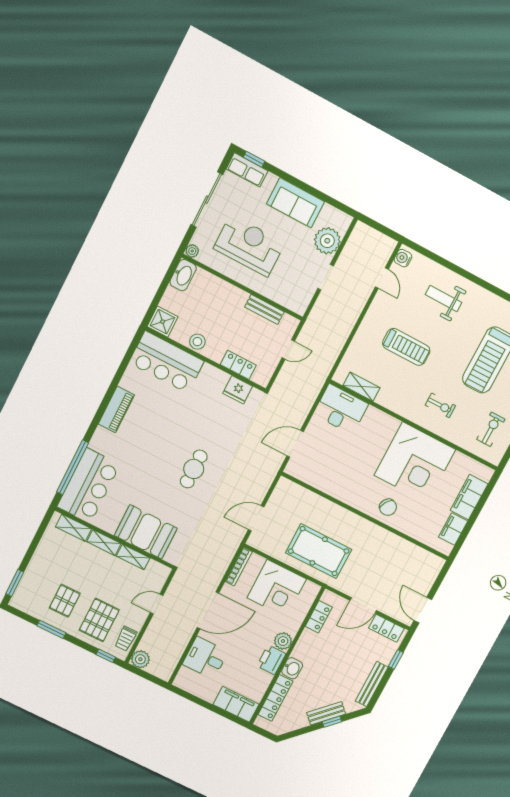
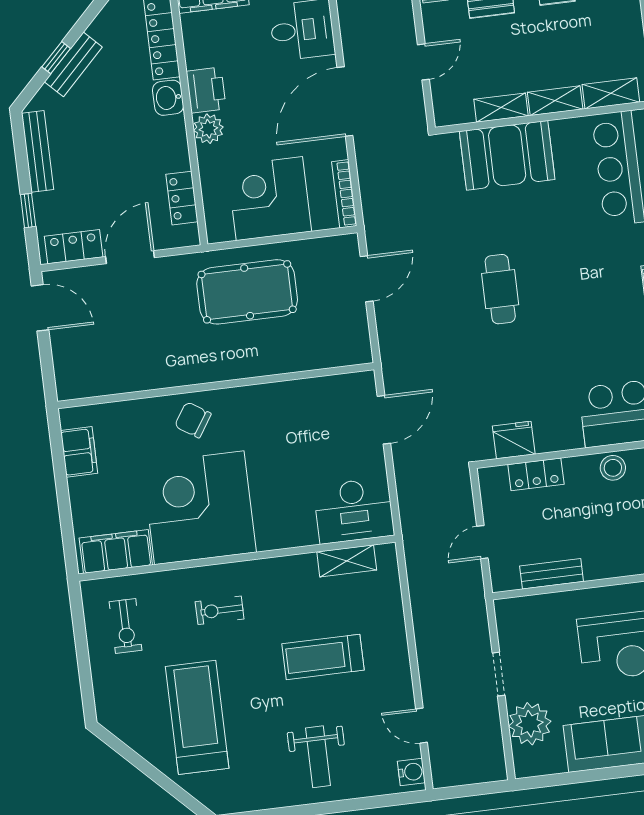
weight bench: (444, 299) -> (318, 757), turned 90
filing cabinet: (469, 497) -> (116, 552), moved, turned -90

